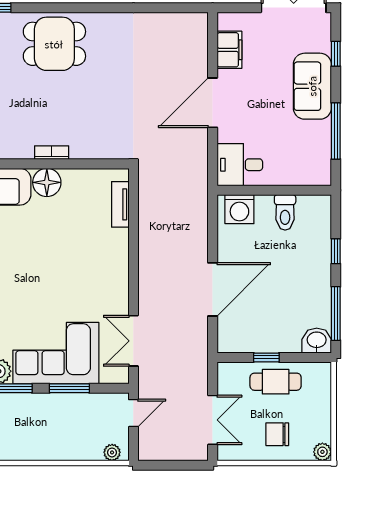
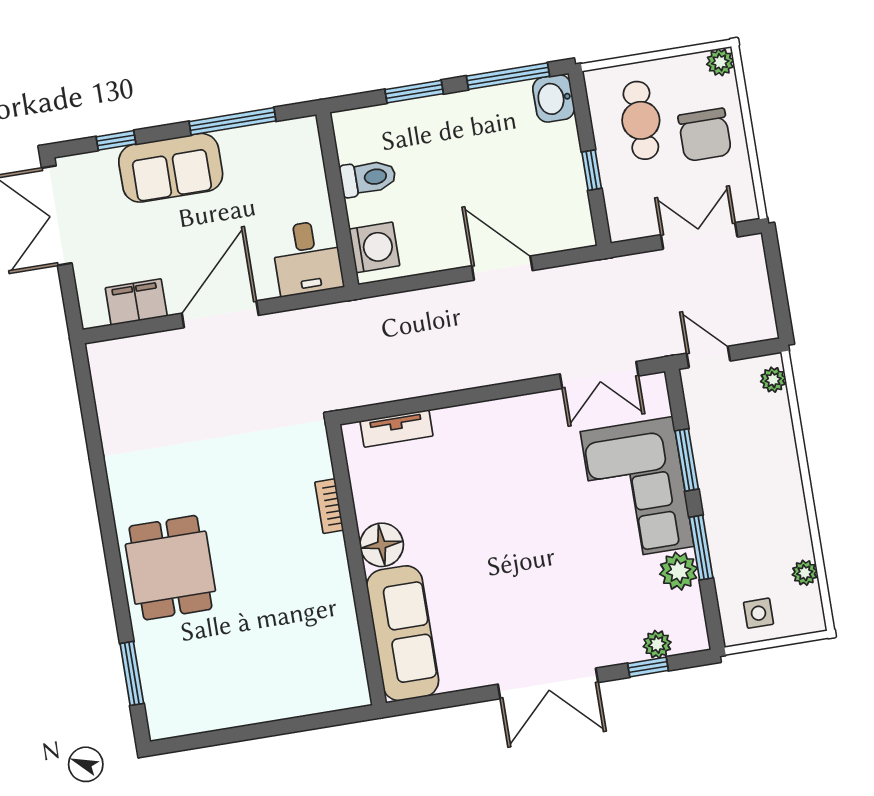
door: (213, 103) -> (220, 314), swing flipped
bookcase: (52, 153) -> (329, 506), moved
window: (336, 251) -> (414, 92), width x1.50
door: (213, 289) -> (502, 268), width x0.73
cafe table: (276, 382) -> (641, 120), moved
chair: (277, 434) -> (705, 135), width x1.37, depth x1.37

